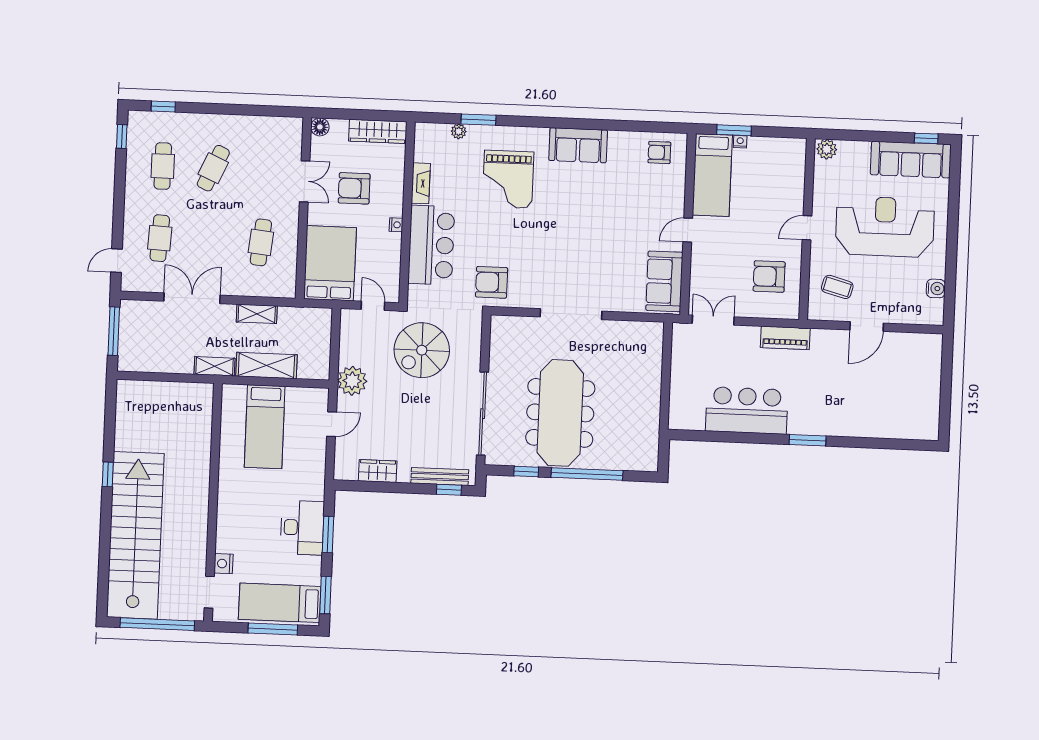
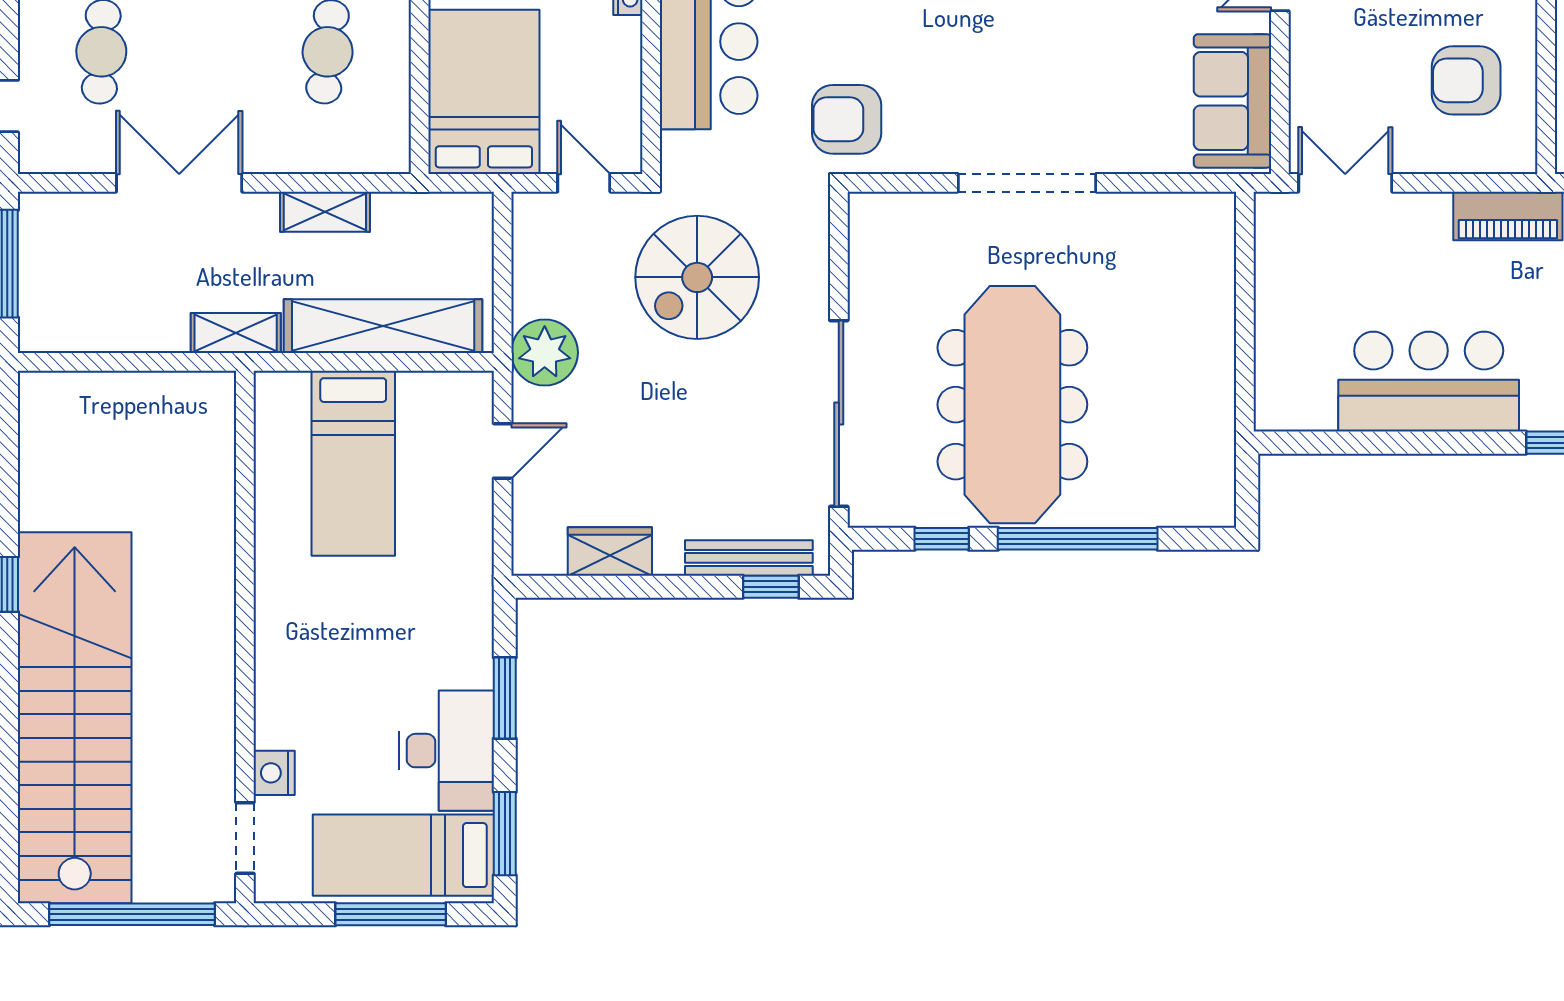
shelving: (266, 365) -> (383, 326), width x1.47
desk: (302, 528) -> (447, 751), moved

